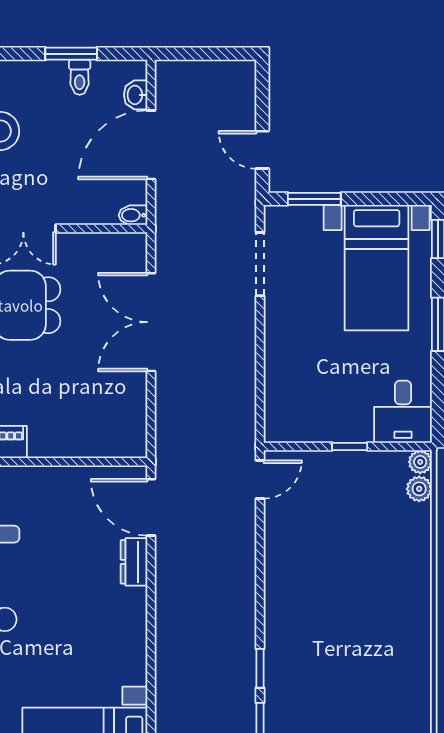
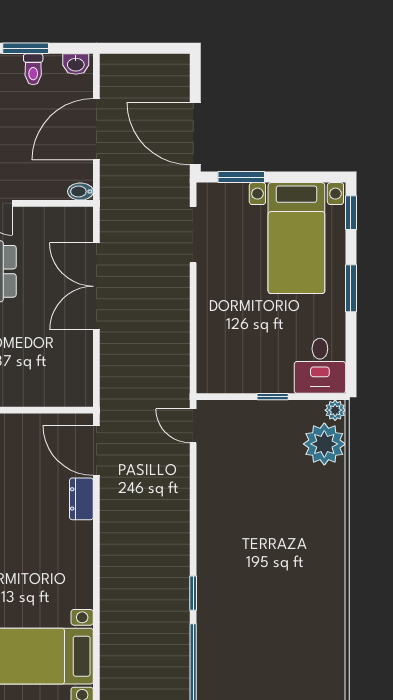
washbasin: (136, 95) -> (76, 64), moved, turned -90
door: (262, 150) -> (195, 134), width x1.87
door: (260, 479) -> (193, 426), swing flipped
plant: (419, 489) -> (324, 444), width x1.87, depth x1.87

